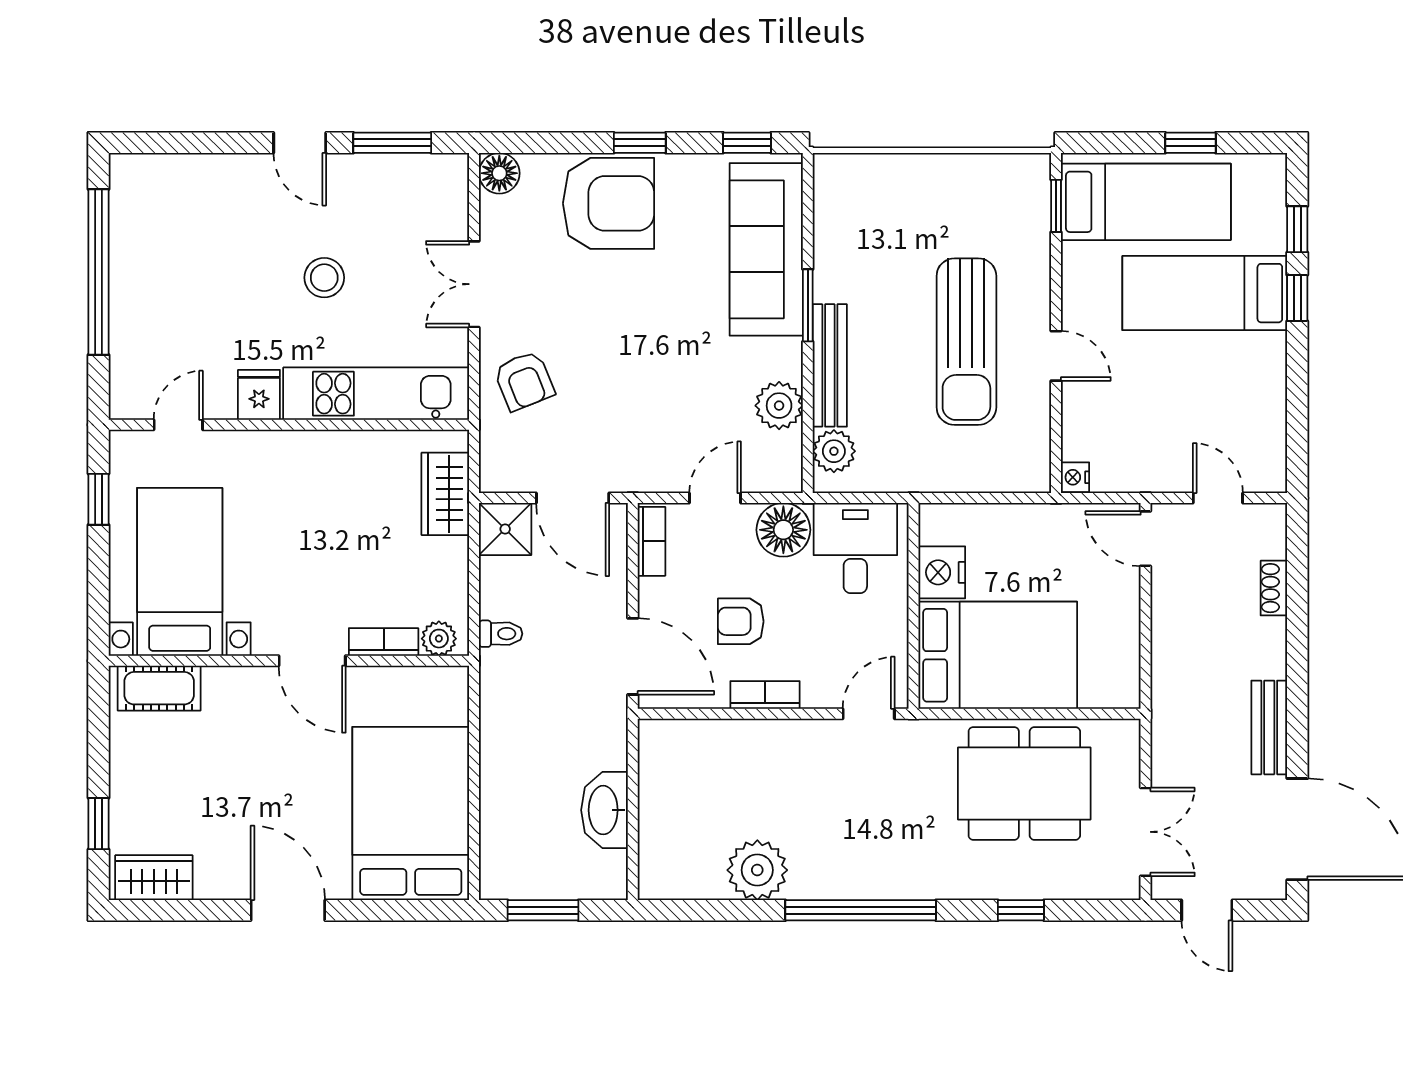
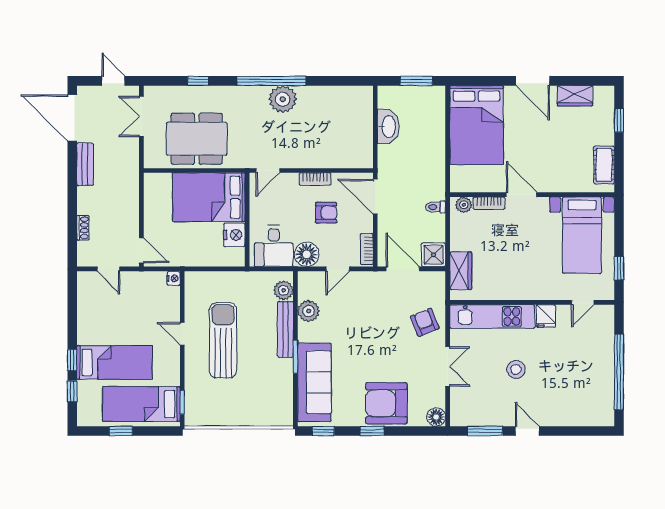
cot: (159, 688) -> (604, 165), moved, turned 90
plant: (757, 870) -> (283, 99), moved
wardrobe: (154, 878) -> (575, 96), moved

